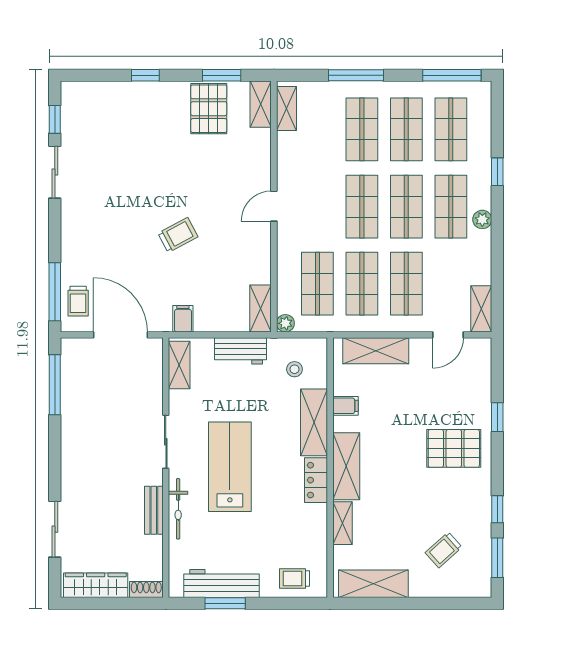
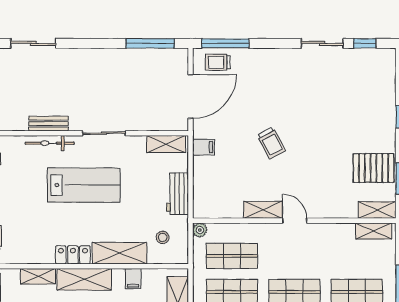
shelving: (260, 308) -> (263, 210), moved

